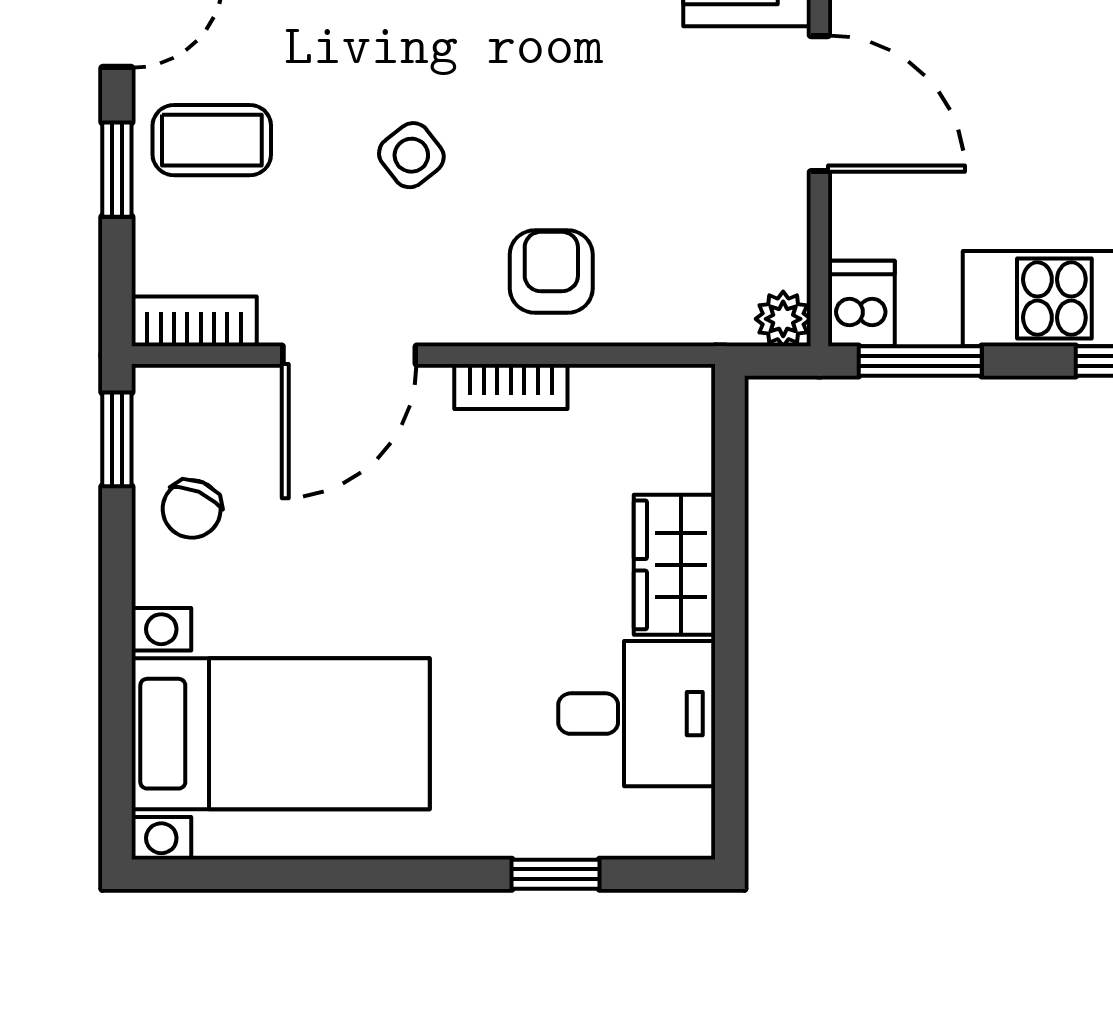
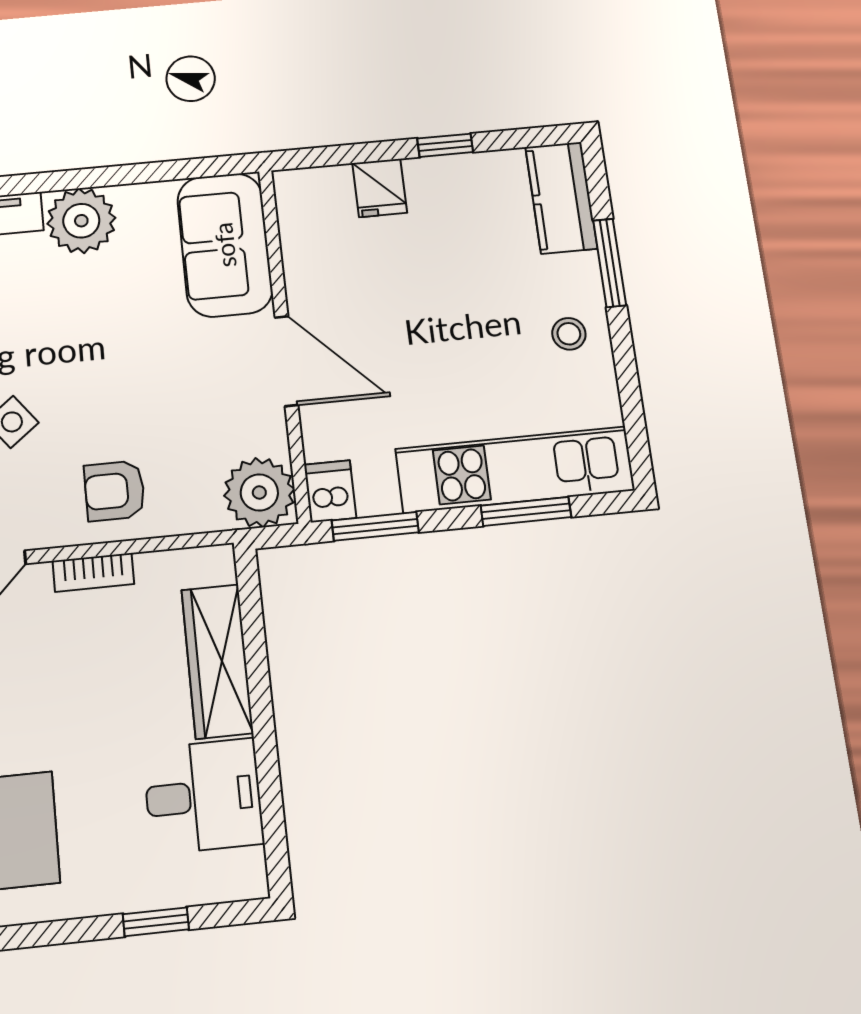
armchair: (551, 271) -> (115, 491), turned -90
plant: (783, 319) -> (259, 492), width x1.88, depth x1.88
wardrobe: (675, 565) -> (217, 661), width x1.50

